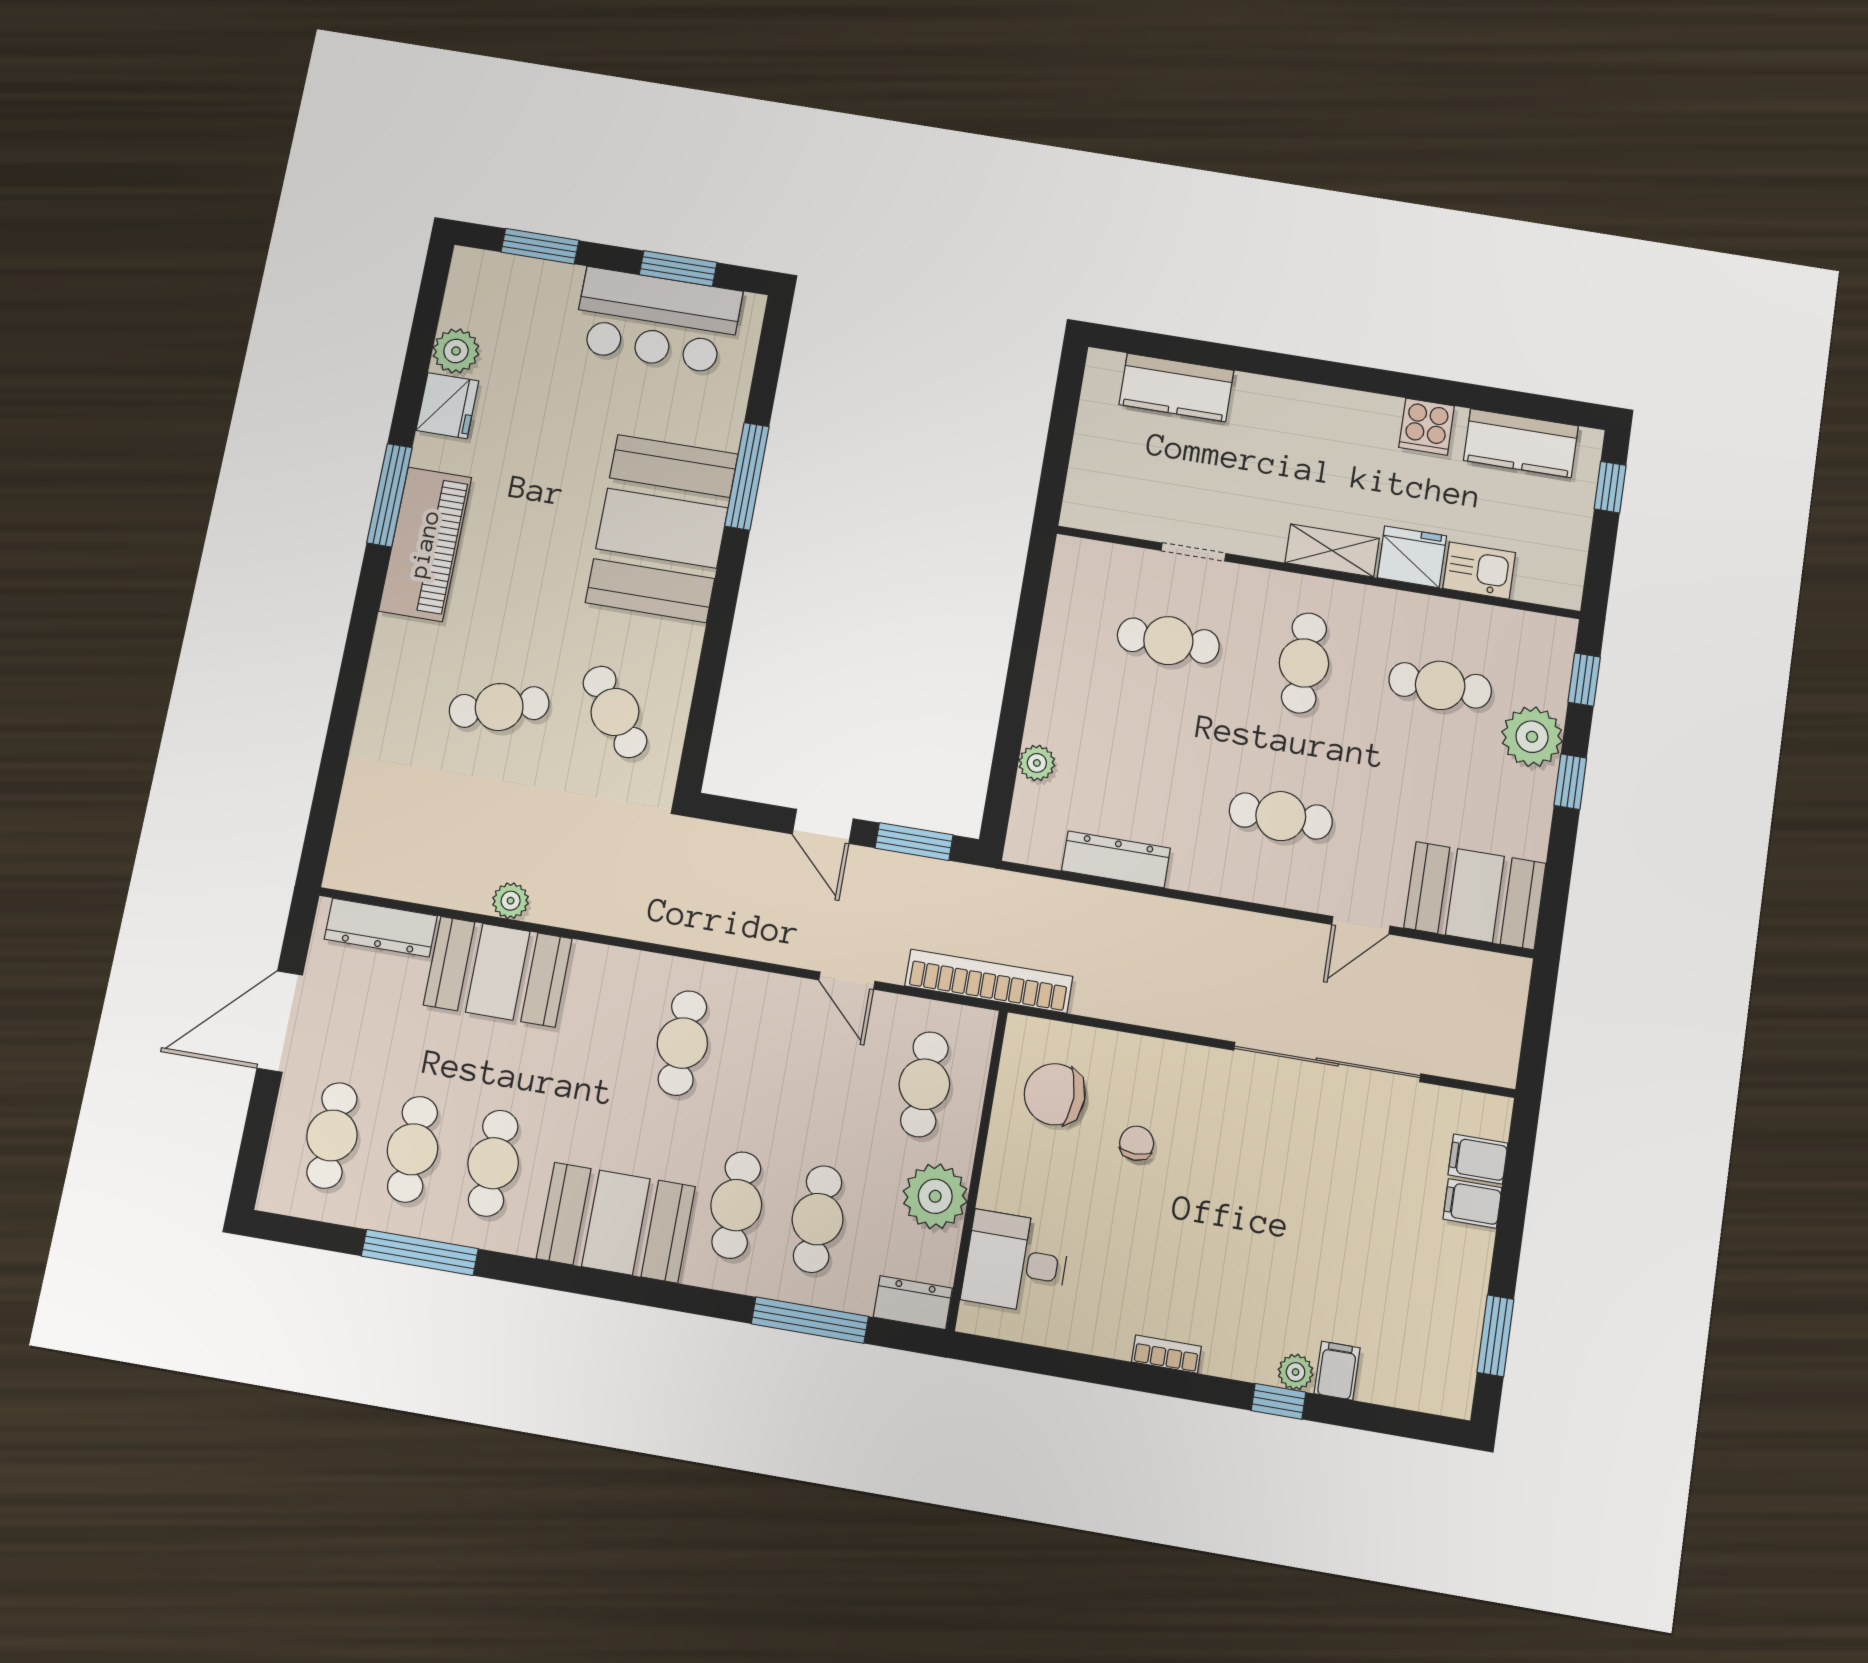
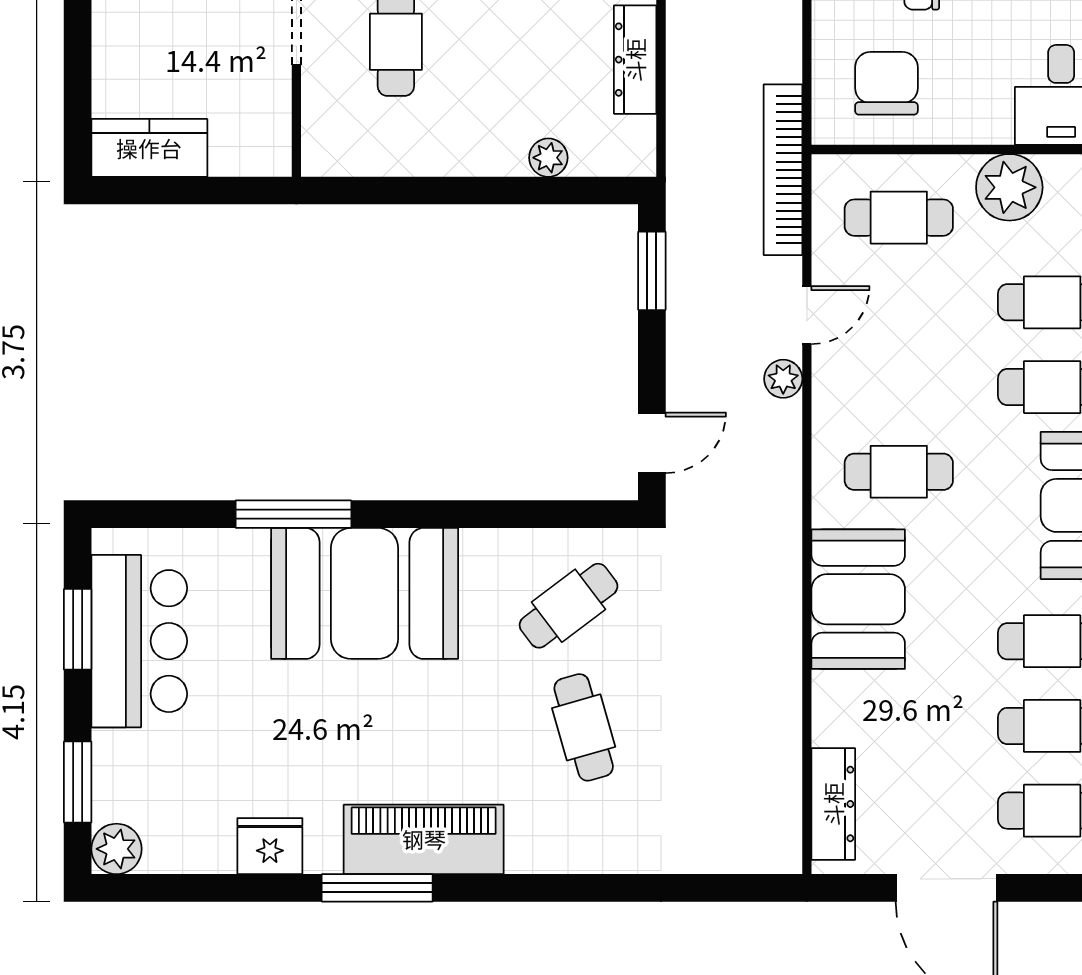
plant: (456, 351) -> (117, 849), moved
kitchen counter: (1176, 387) -> (149, 148), moved, turned -90
door: (823, 826) -> (652, 443), moved
plant: (511, 901) -> (783, 379), moved
booth: (498, 972) -> (858, 599), moved
chair: (1055, 1094) -> (886, 83), turned 180

